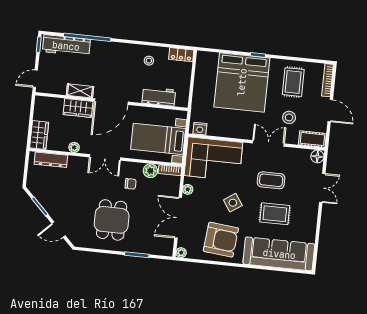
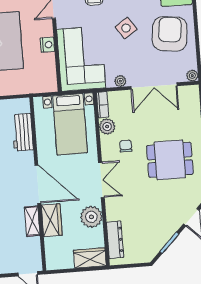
nightstand: (200, 129) -> (47, 45), moved
plant: (74, 147) -> (91, 217), width x1.87, depth x1.87

